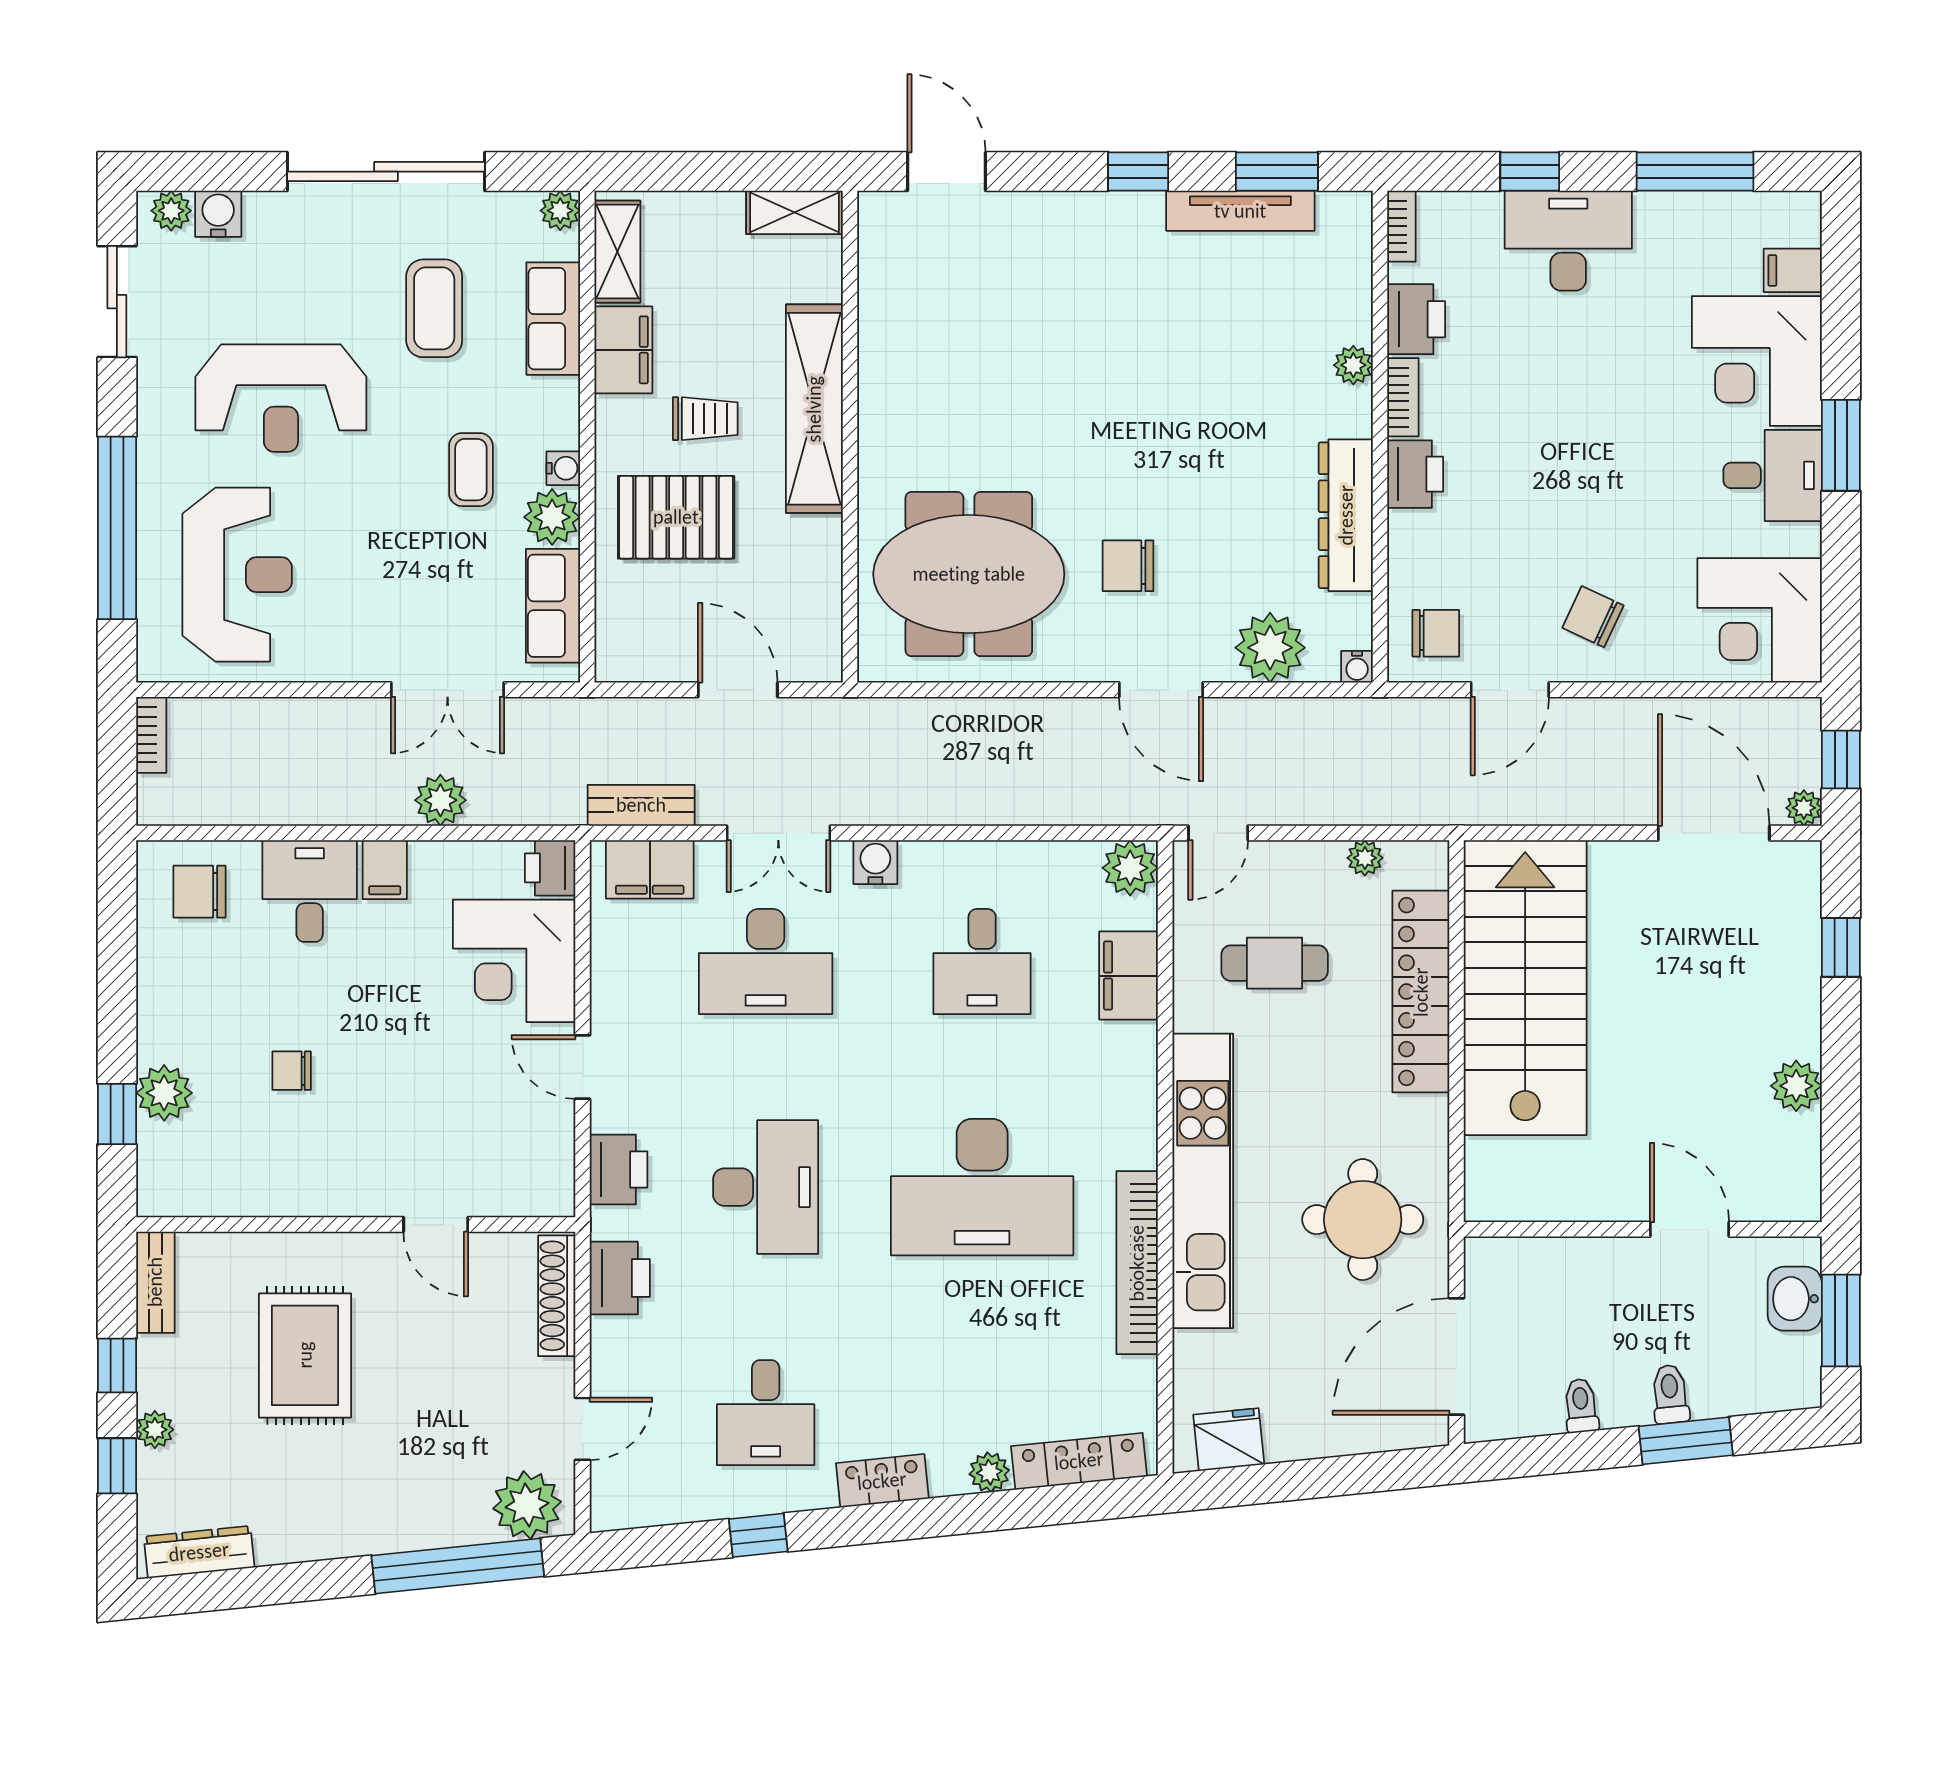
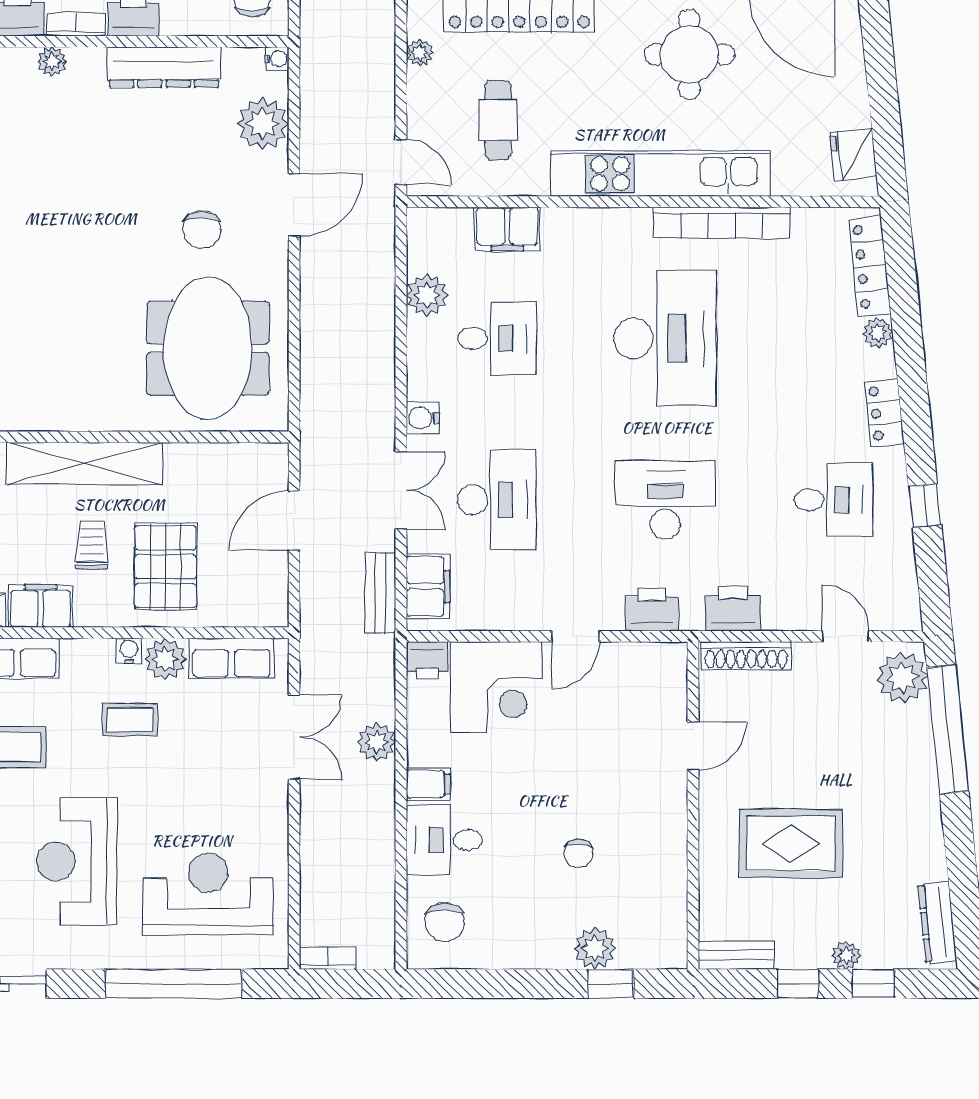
reception desk: (281, 398) -> (77, 861), turned 180
plant: (1130, 868) -> (427, 295), moved

